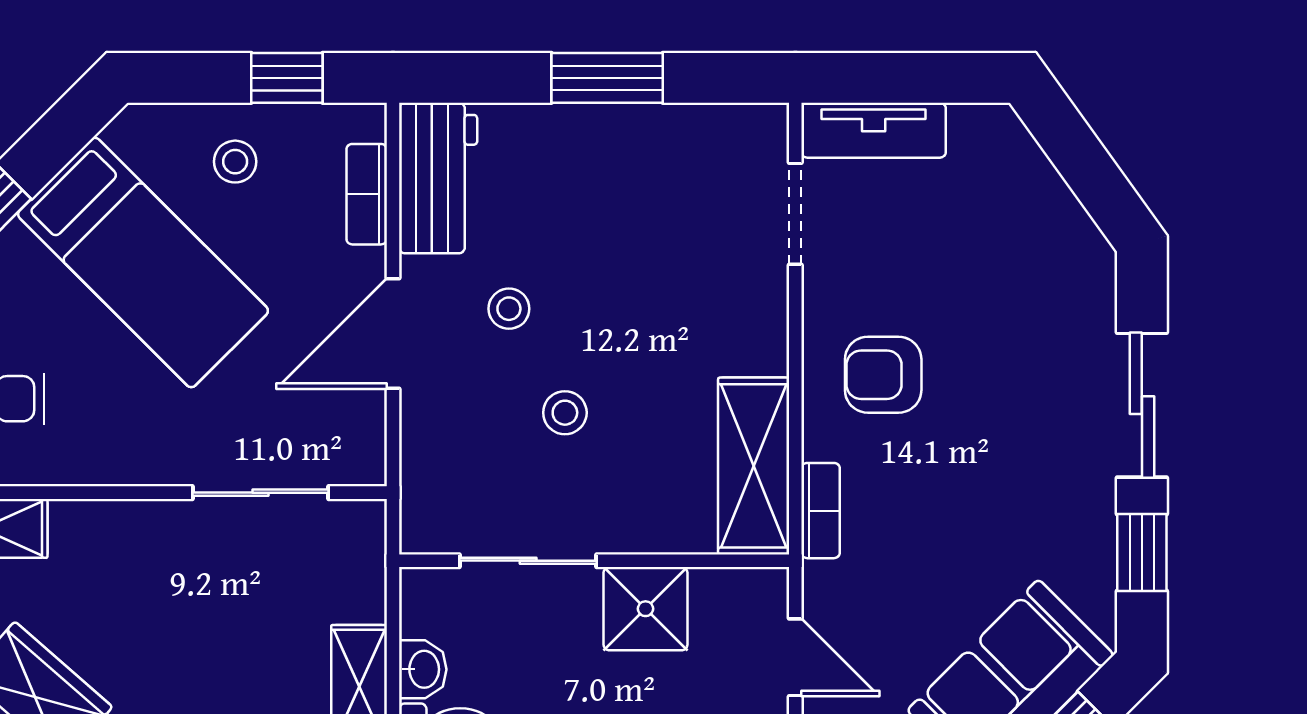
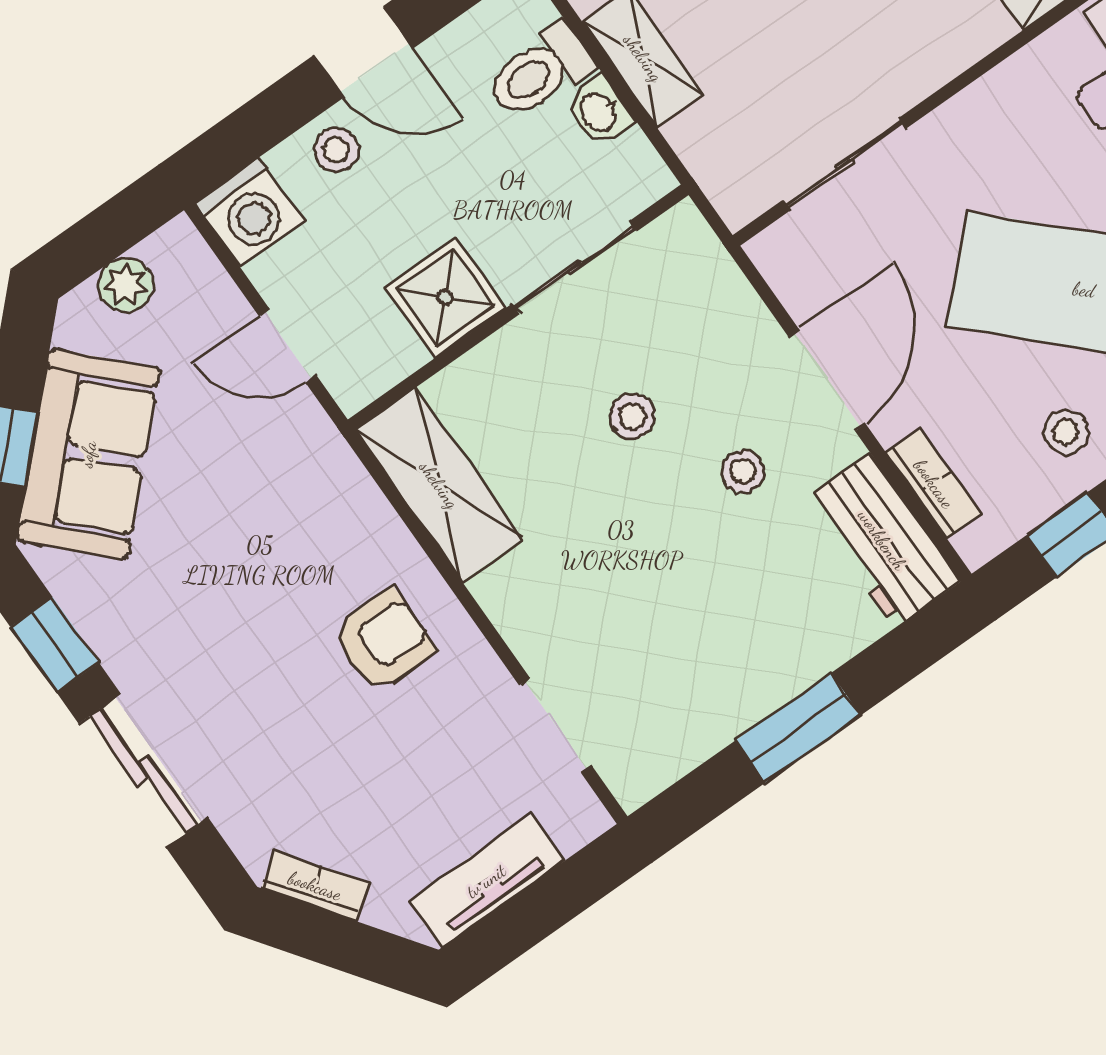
tv unit: (874, 130) -> (486, 881), moved
bookcase: (821, 511) -> (315, 886), moved, turned 144

